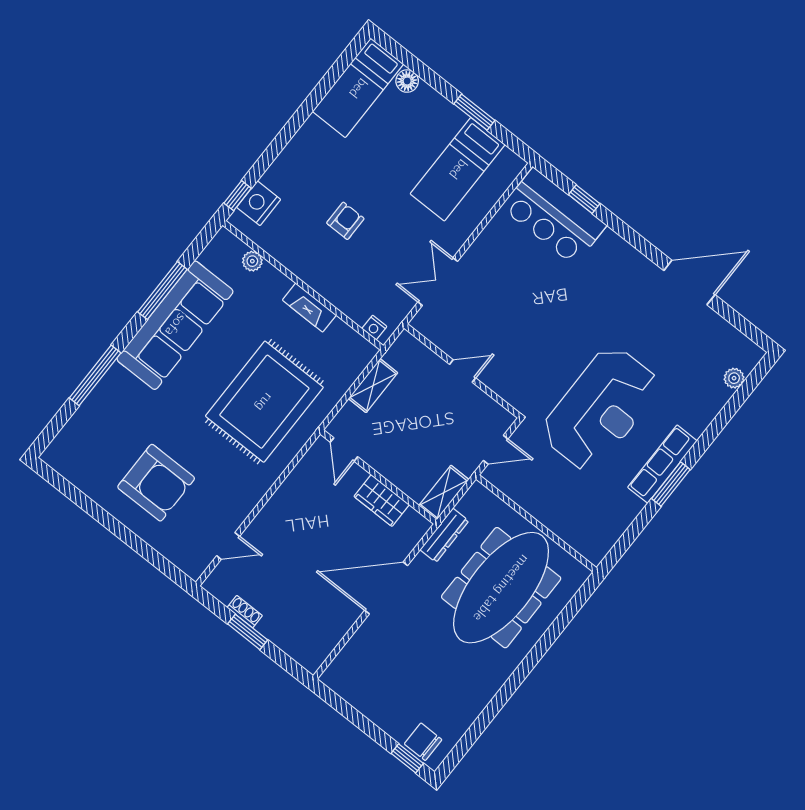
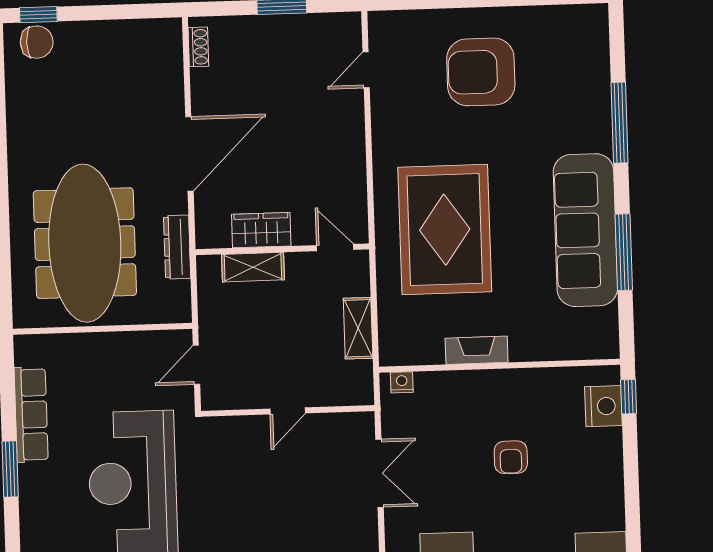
plant: (252, 261) -> (564, 349), removed
row of seats: (662, 464) -> (31, 415), moved
shelving: (444, 493) -> (253, 267), moved, turned 90
shoe rack: (245, 612) -> (198, 47), moved, turned -90

